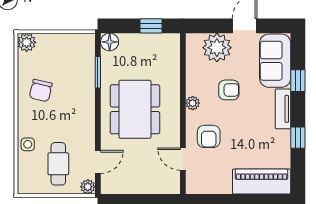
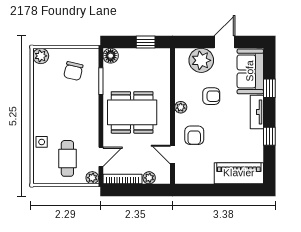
chair: (41, 90) -> (73, 71), moved
dining table: (135, 109) -> (132, 112), turned 90
plant: (155, 187) -> (149, 178), added
bookcase: (124, 188) -> (122, 179), added

